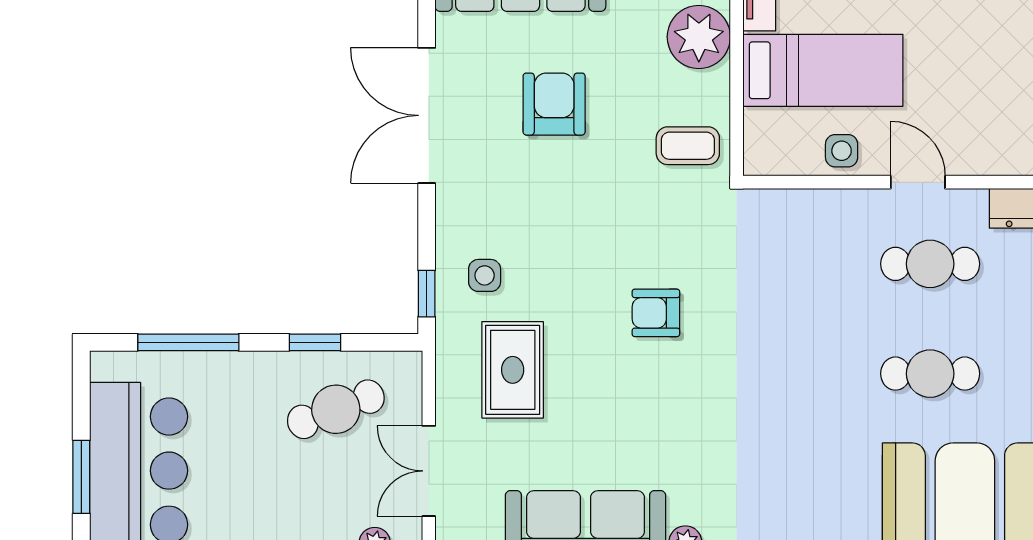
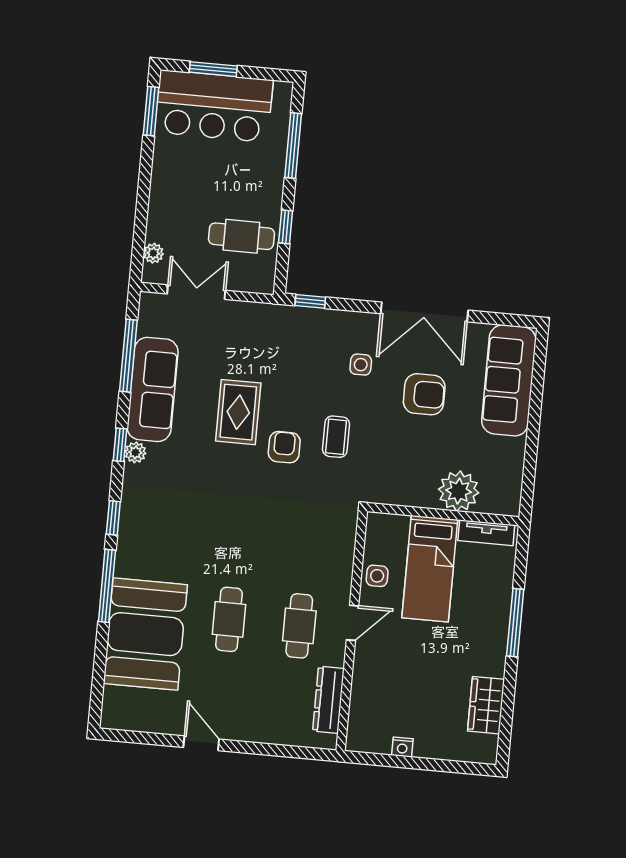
double door: (427, 115) -> (424, 312), swing flipped
coffee table: (688, 146) -> (336, 437), moved
side table: (485, 275) -> (361, 365), moved
rug: (513, 370) -> (238, 412), moved, turned 90
cafe table: (336, 409) -> (241, 236), turned -69

